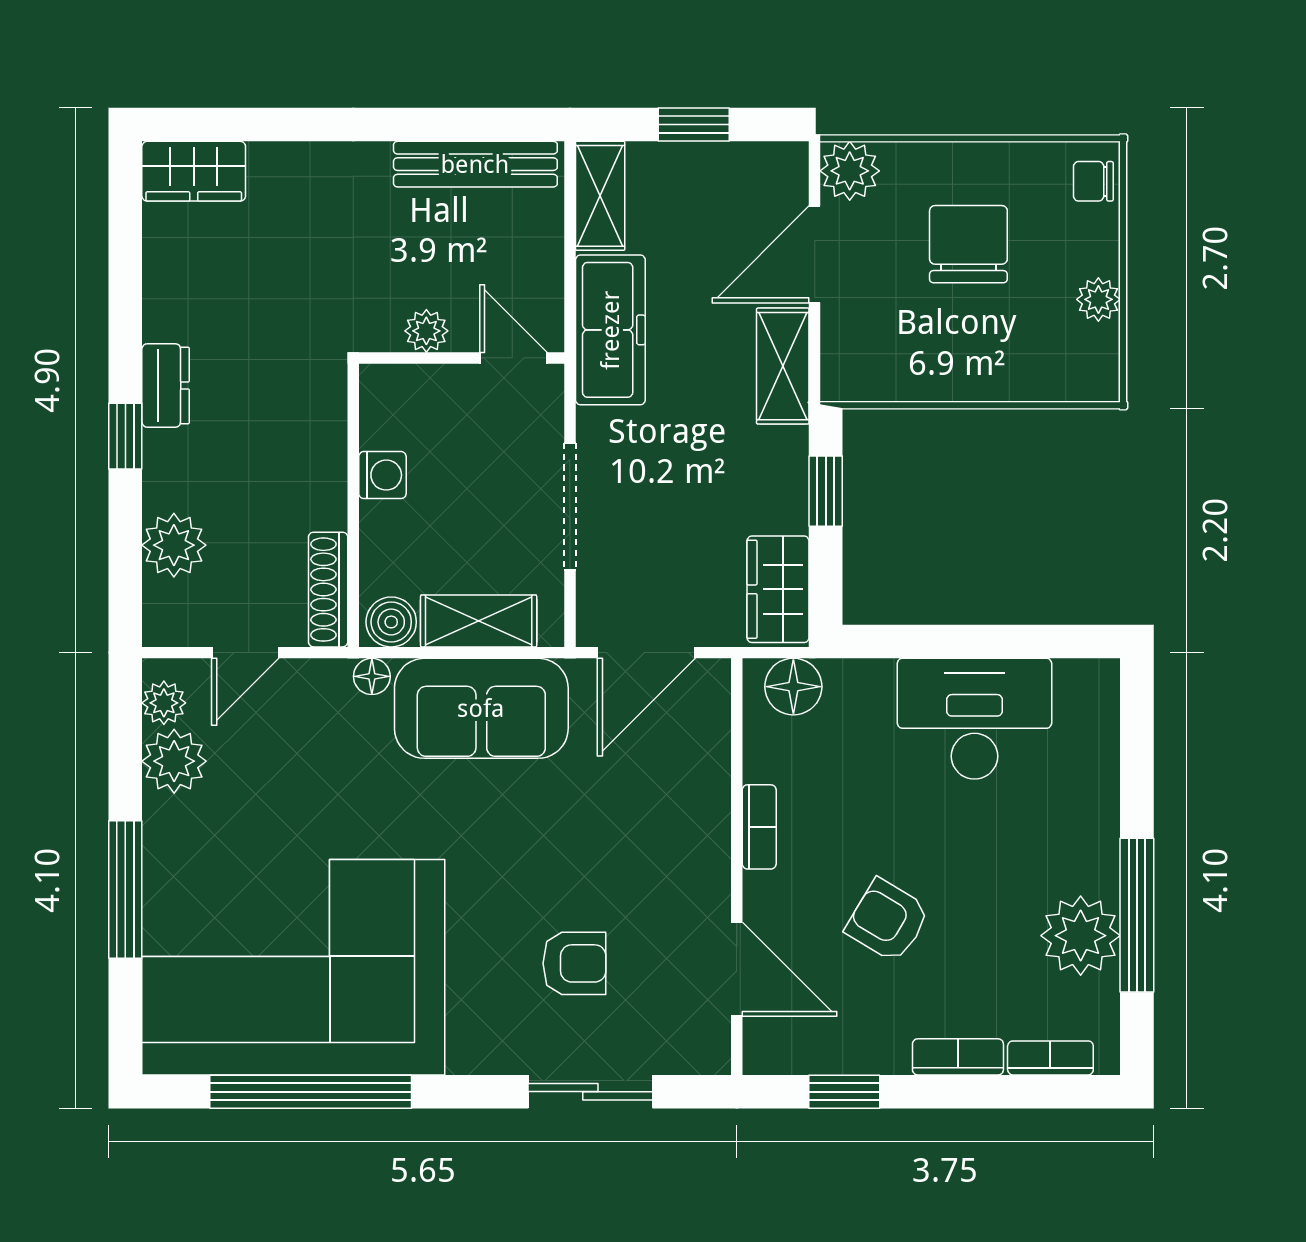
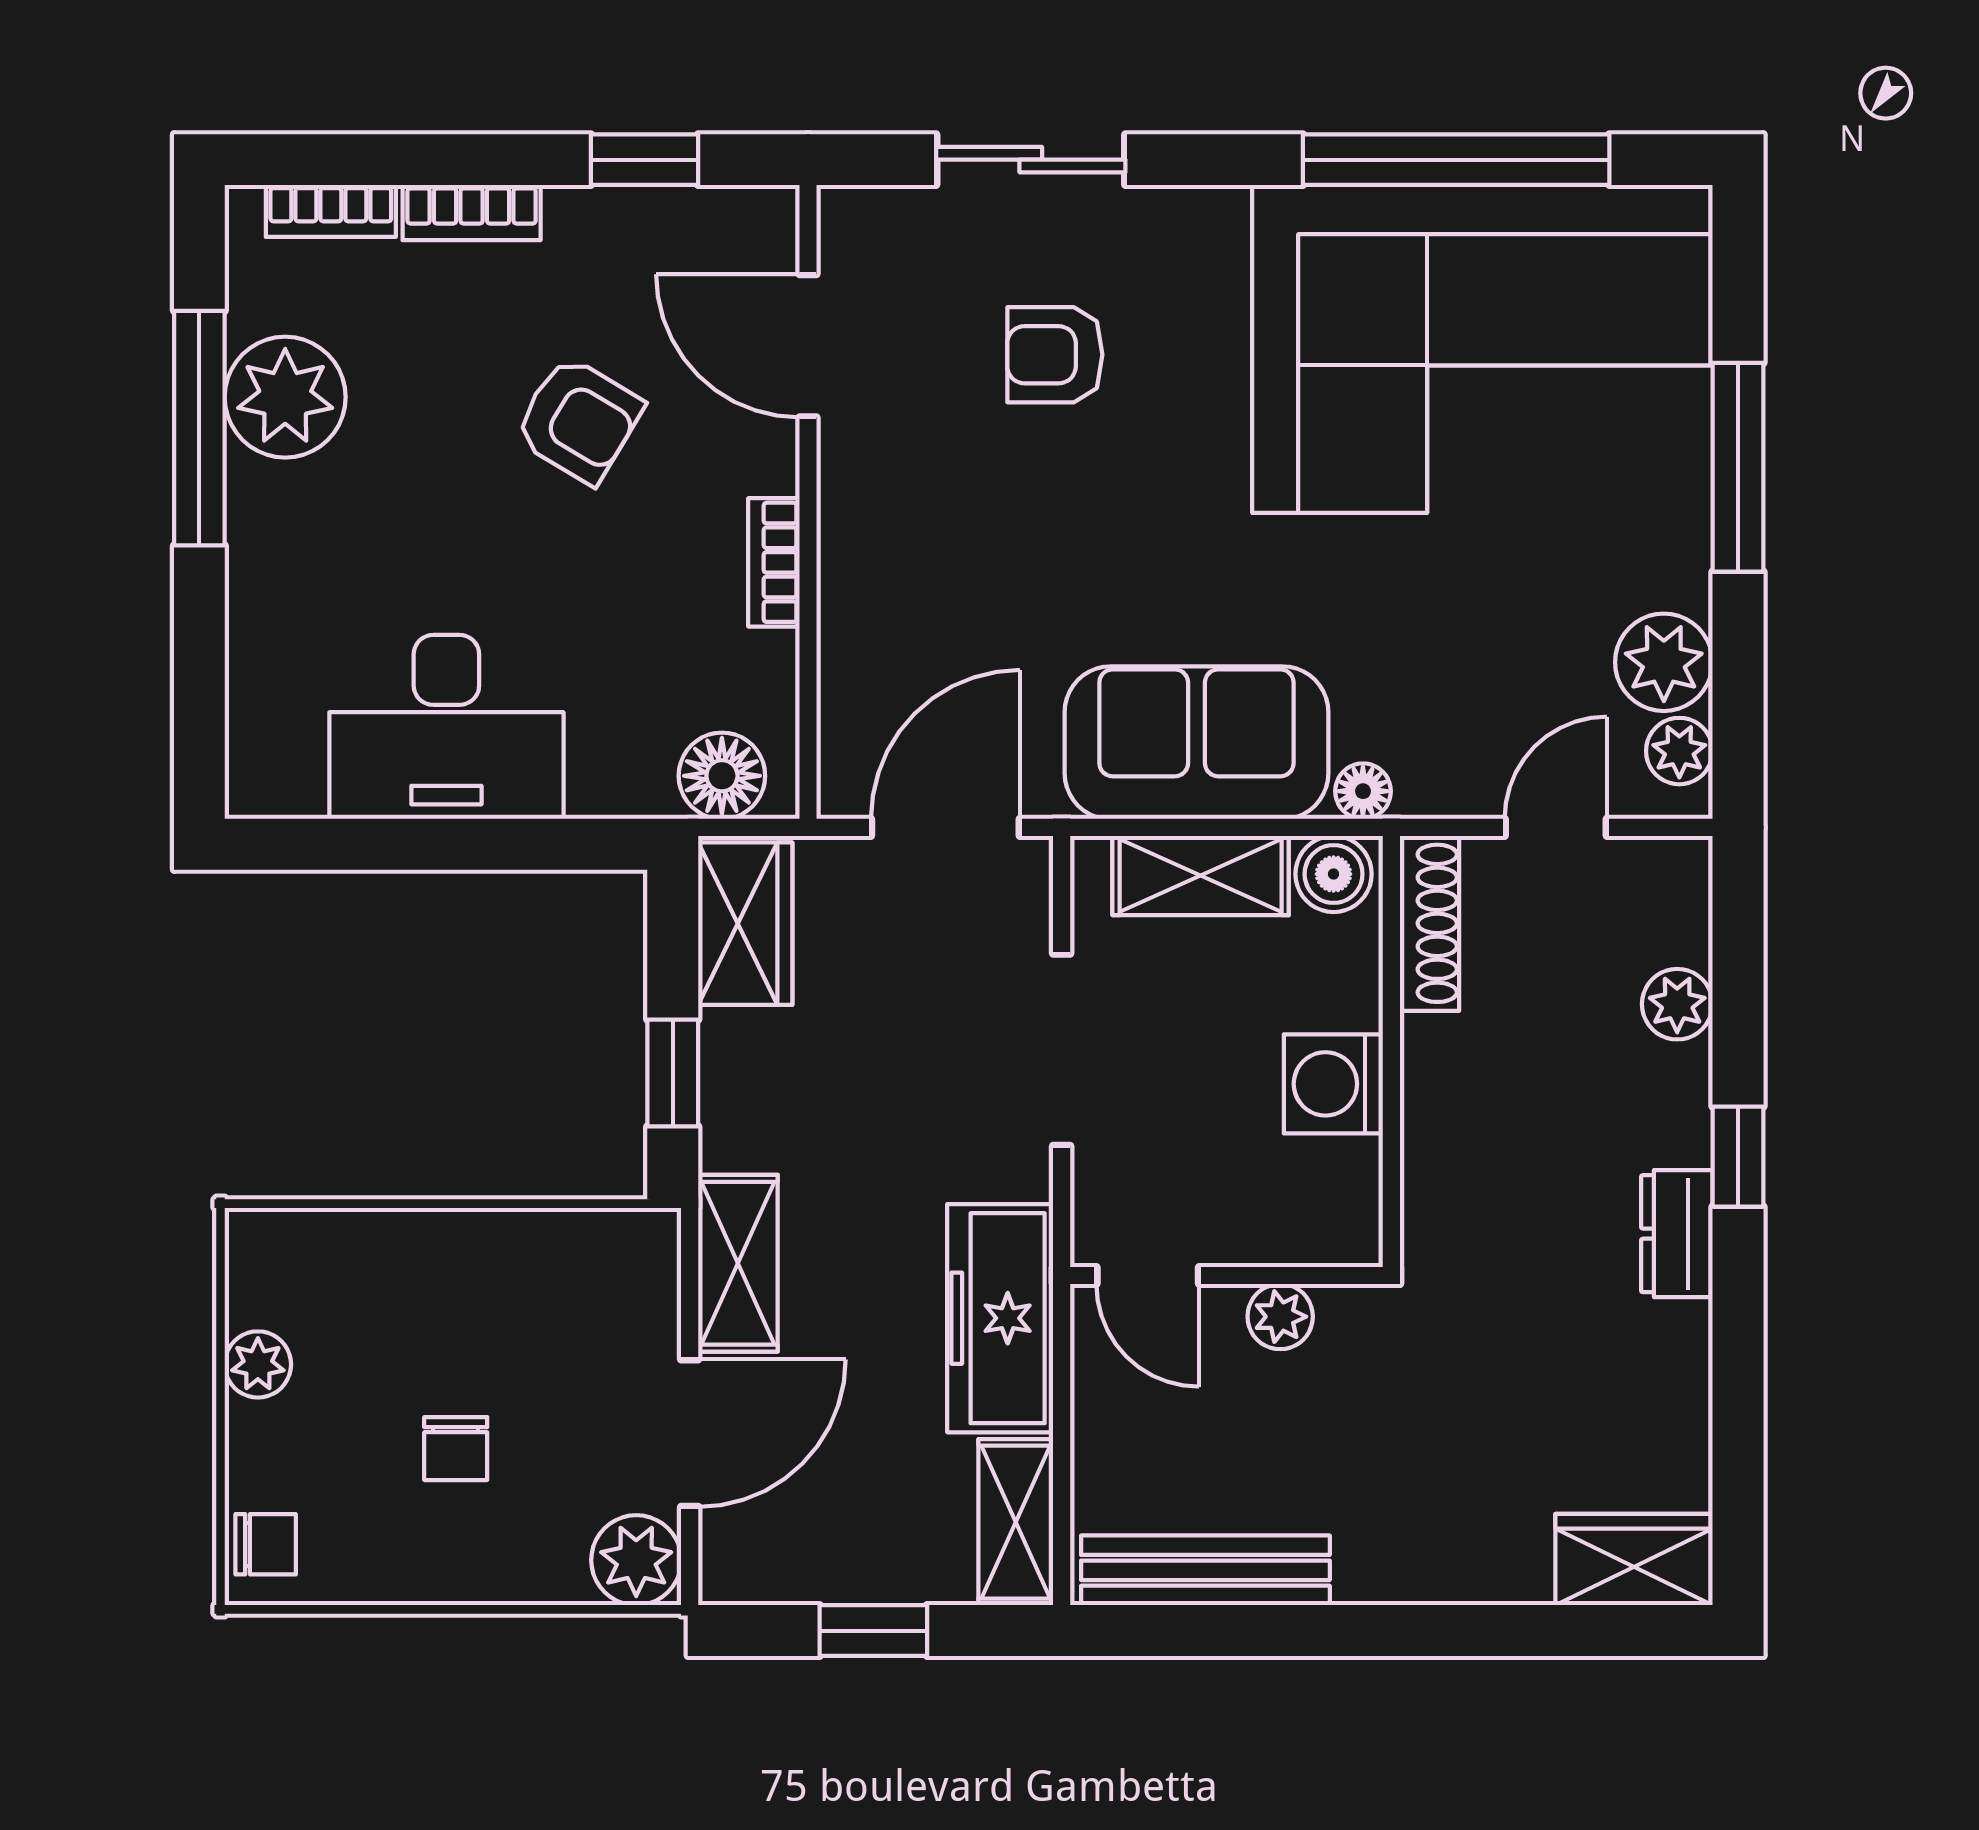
chair: (968, 244) -> (456, 1449), width x0.54, depth x0.54
washing machine: (382, 475) -> (1333, 1084), width x1.38, depth x1.38
plant: (174, 545) -> (1677, 1004), width x0.73, depth x0.73

